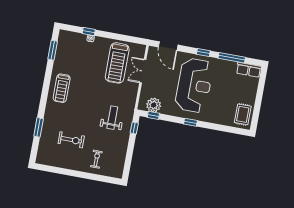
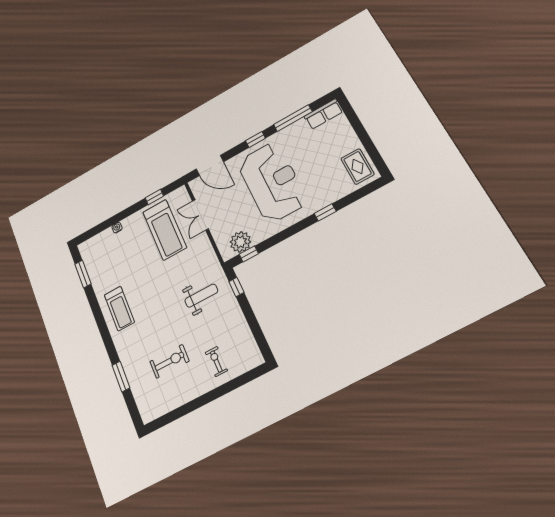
window: (89, 31) -> (154, 197), moved
weight bench: (112, 118) -> (201, 296), turned 90
window: (190, 122) -> (325, 212), moved

